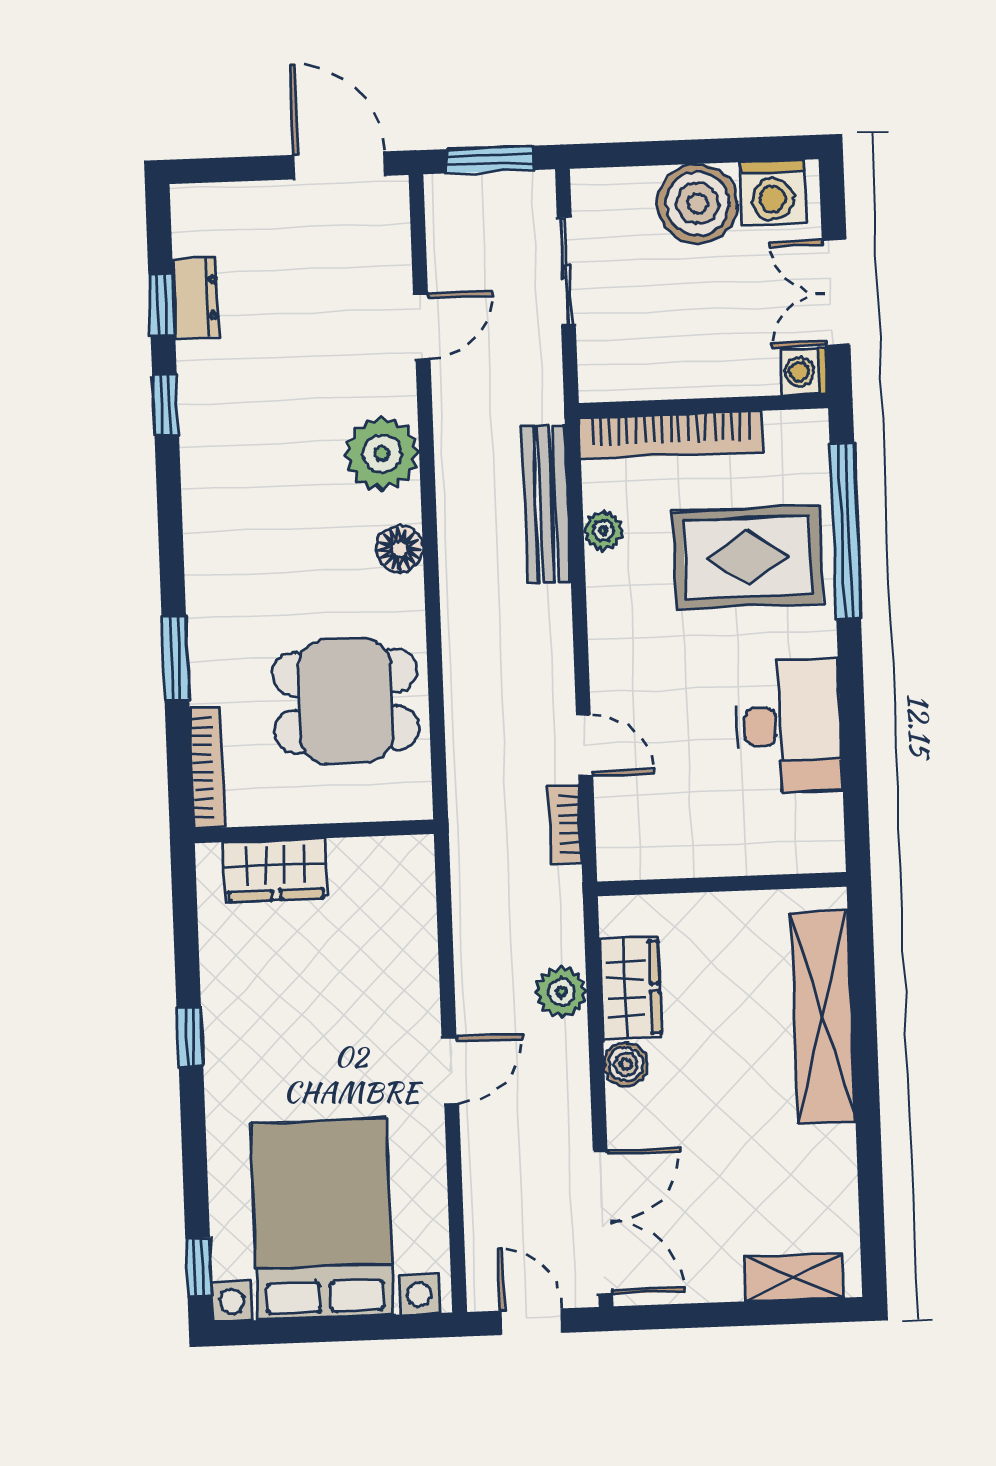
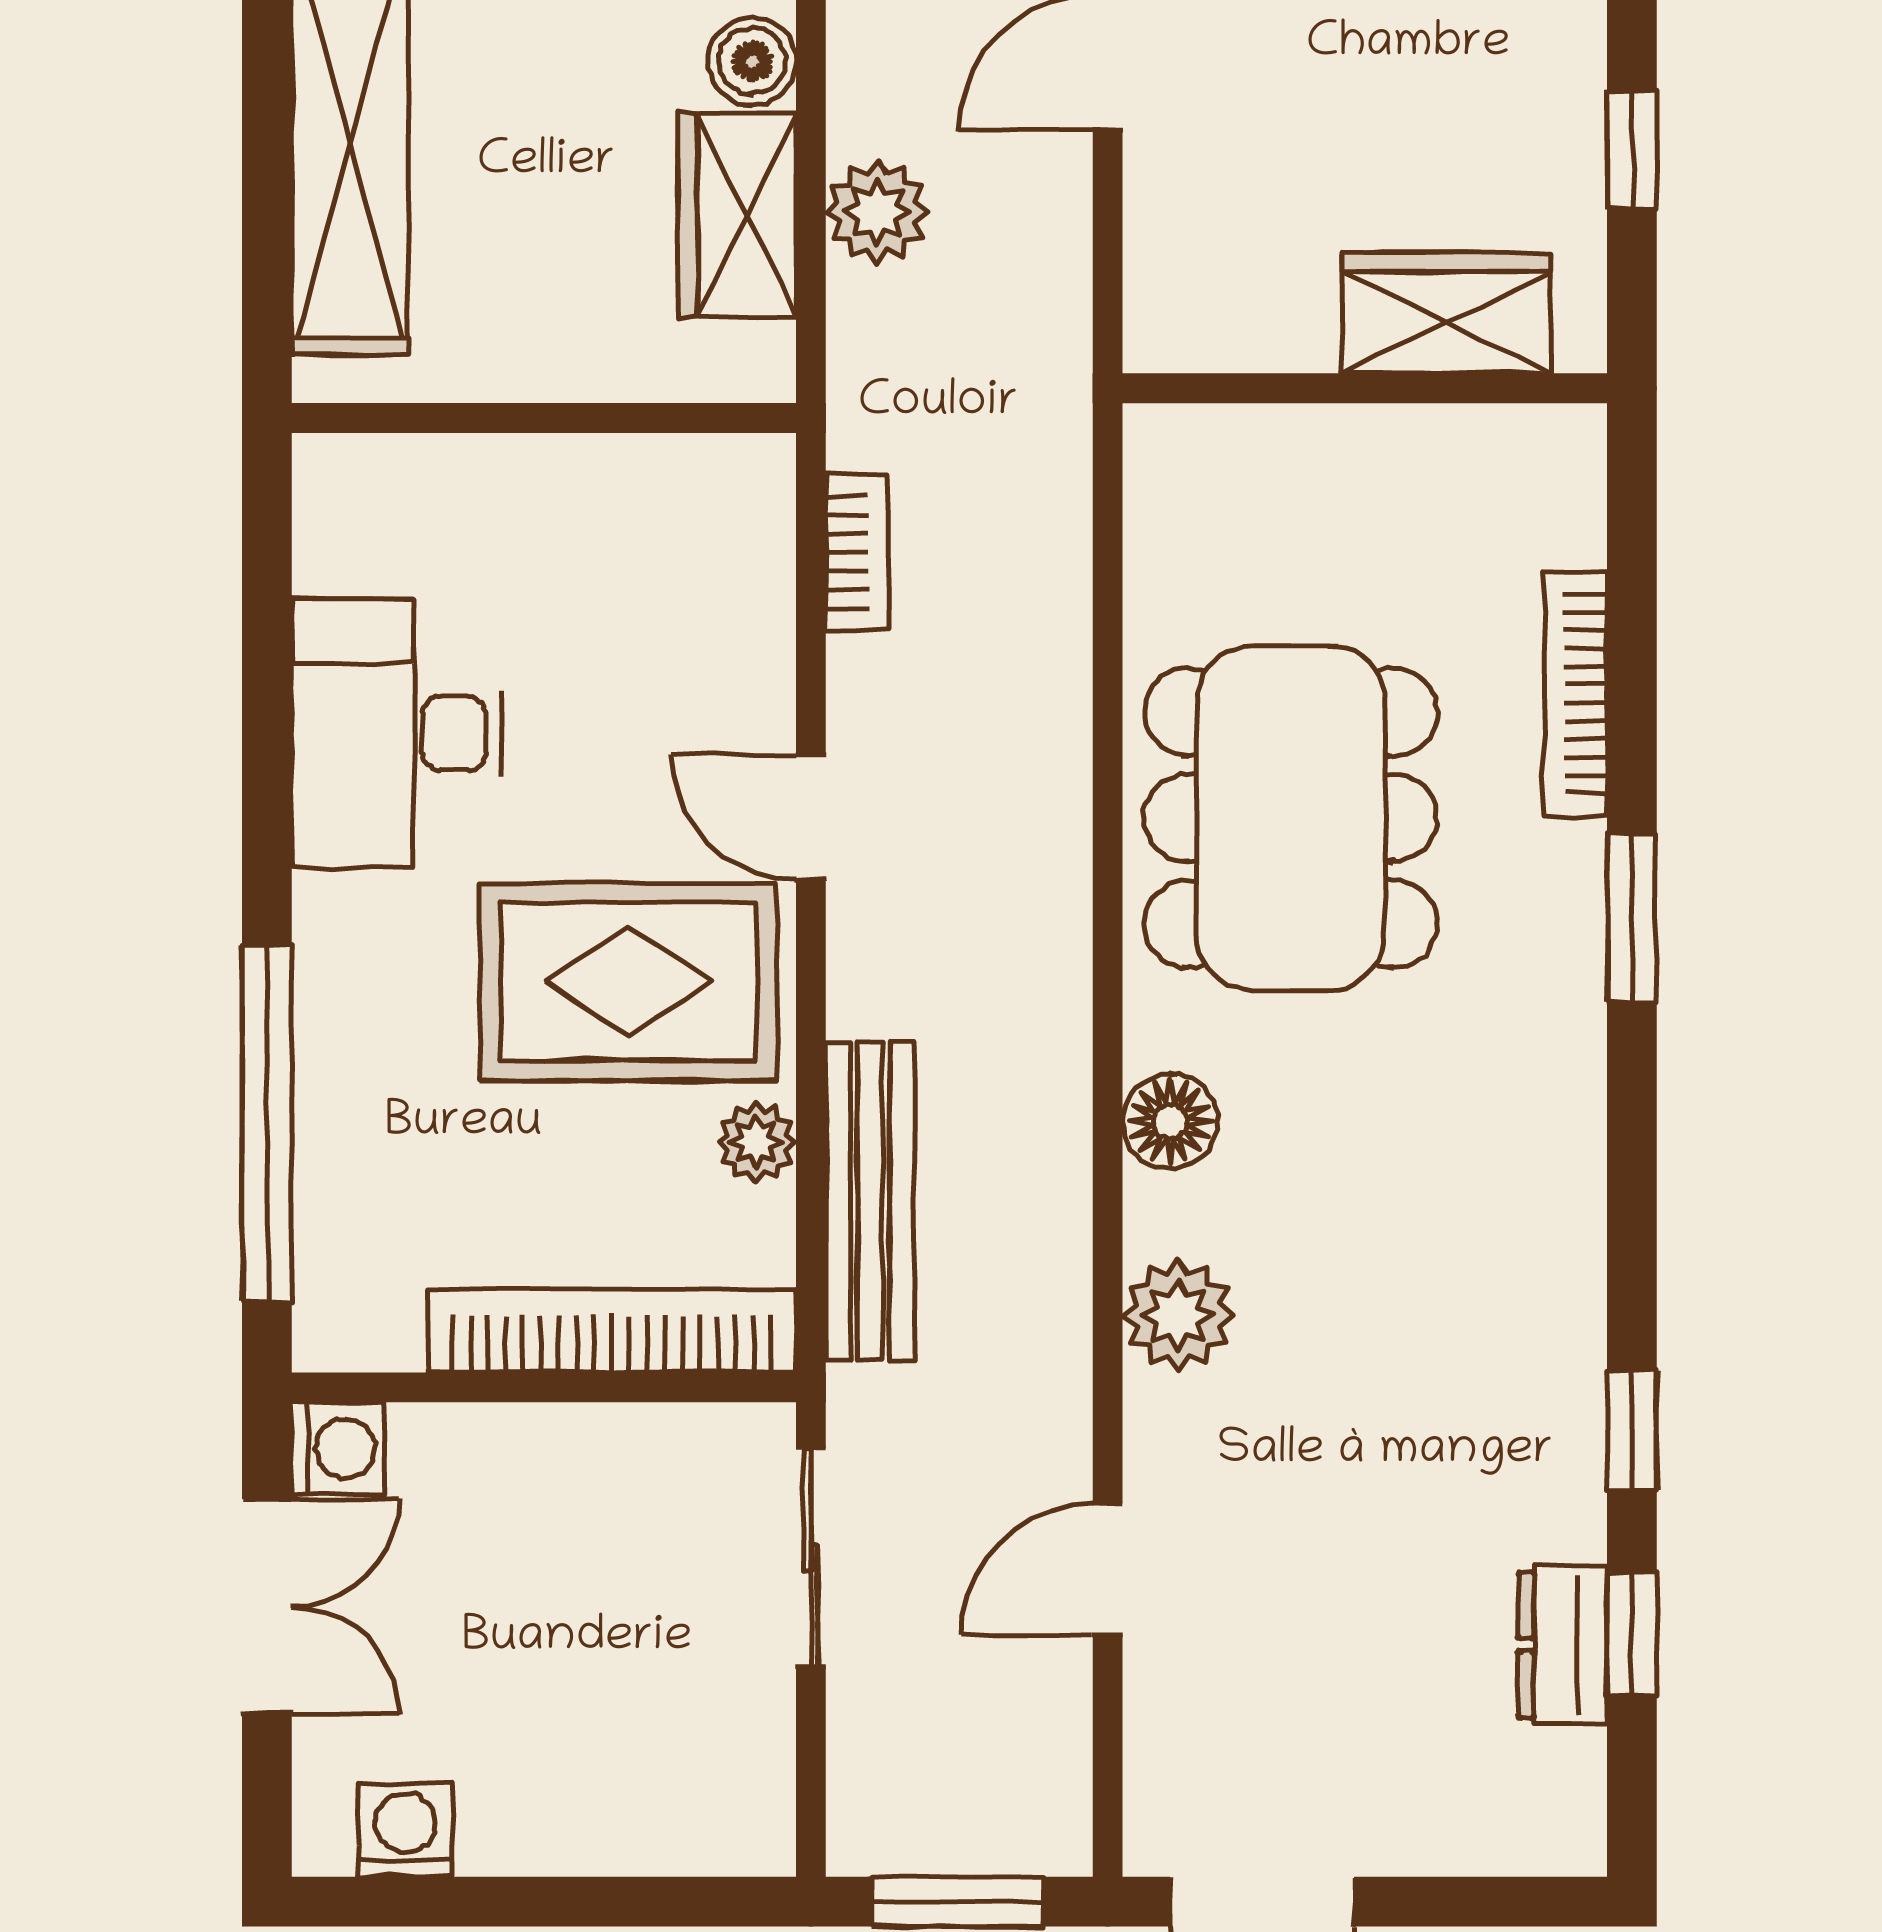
washing machine: (773, 193) -> (405, 1830), width x0.73, depth x0.73
boiler: (697, 204) -> (540, 1796), removed
sliding door: (566, 271) -> (811, 1557), moved
plant: (382, 454) -> (1178, 1315), width x0.73, depth x0.73
rug: (748, 557) -> (628, 982), moved
dining table: (346, 701) -> (1291, 818), width x1.38
door: (585, 746) -> (811, 818), moved
wall: (314, 831) -> (1365, 388), moved
wardrobe: (275, 870) -> (1446, 313), moved

